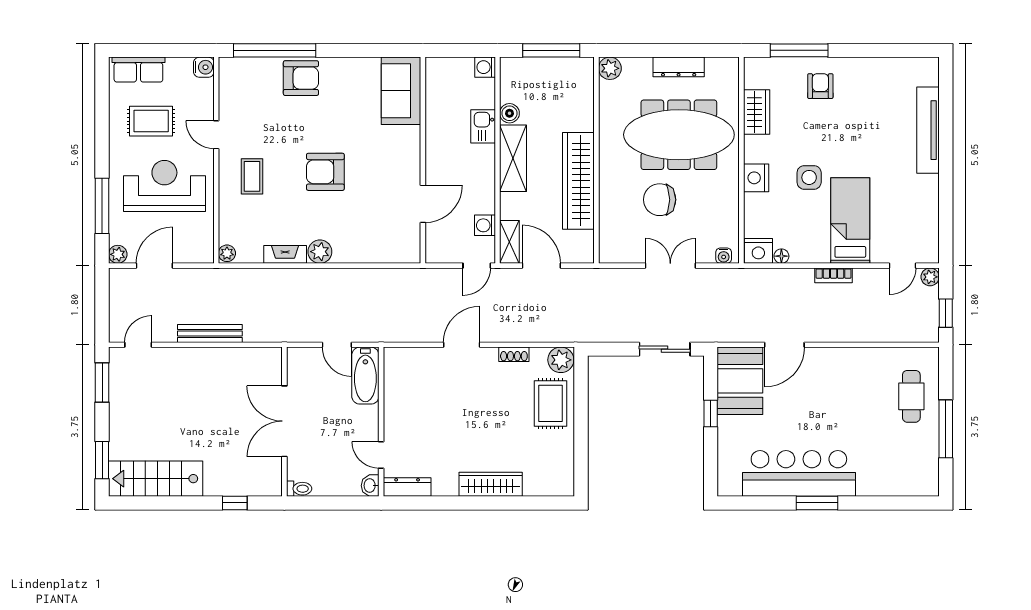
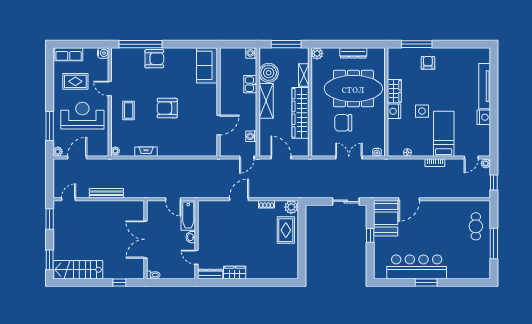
wardrobe: (757, 112) -> (394, 91), moved
boiler: (509, 113) -> (269, 73), width x1.86, depth x1.86
shelving: (509, 242) -> (304, 75), moved
nightstand: (758, 251) -> (484, 117), moved, turned -90
plant: (320, 252) -> (164, 150), removed
wardrobe: (491, 484) -> (235, 273), moved, width x0.67
washbasin: (370, 486) -> (191, 237), moved

